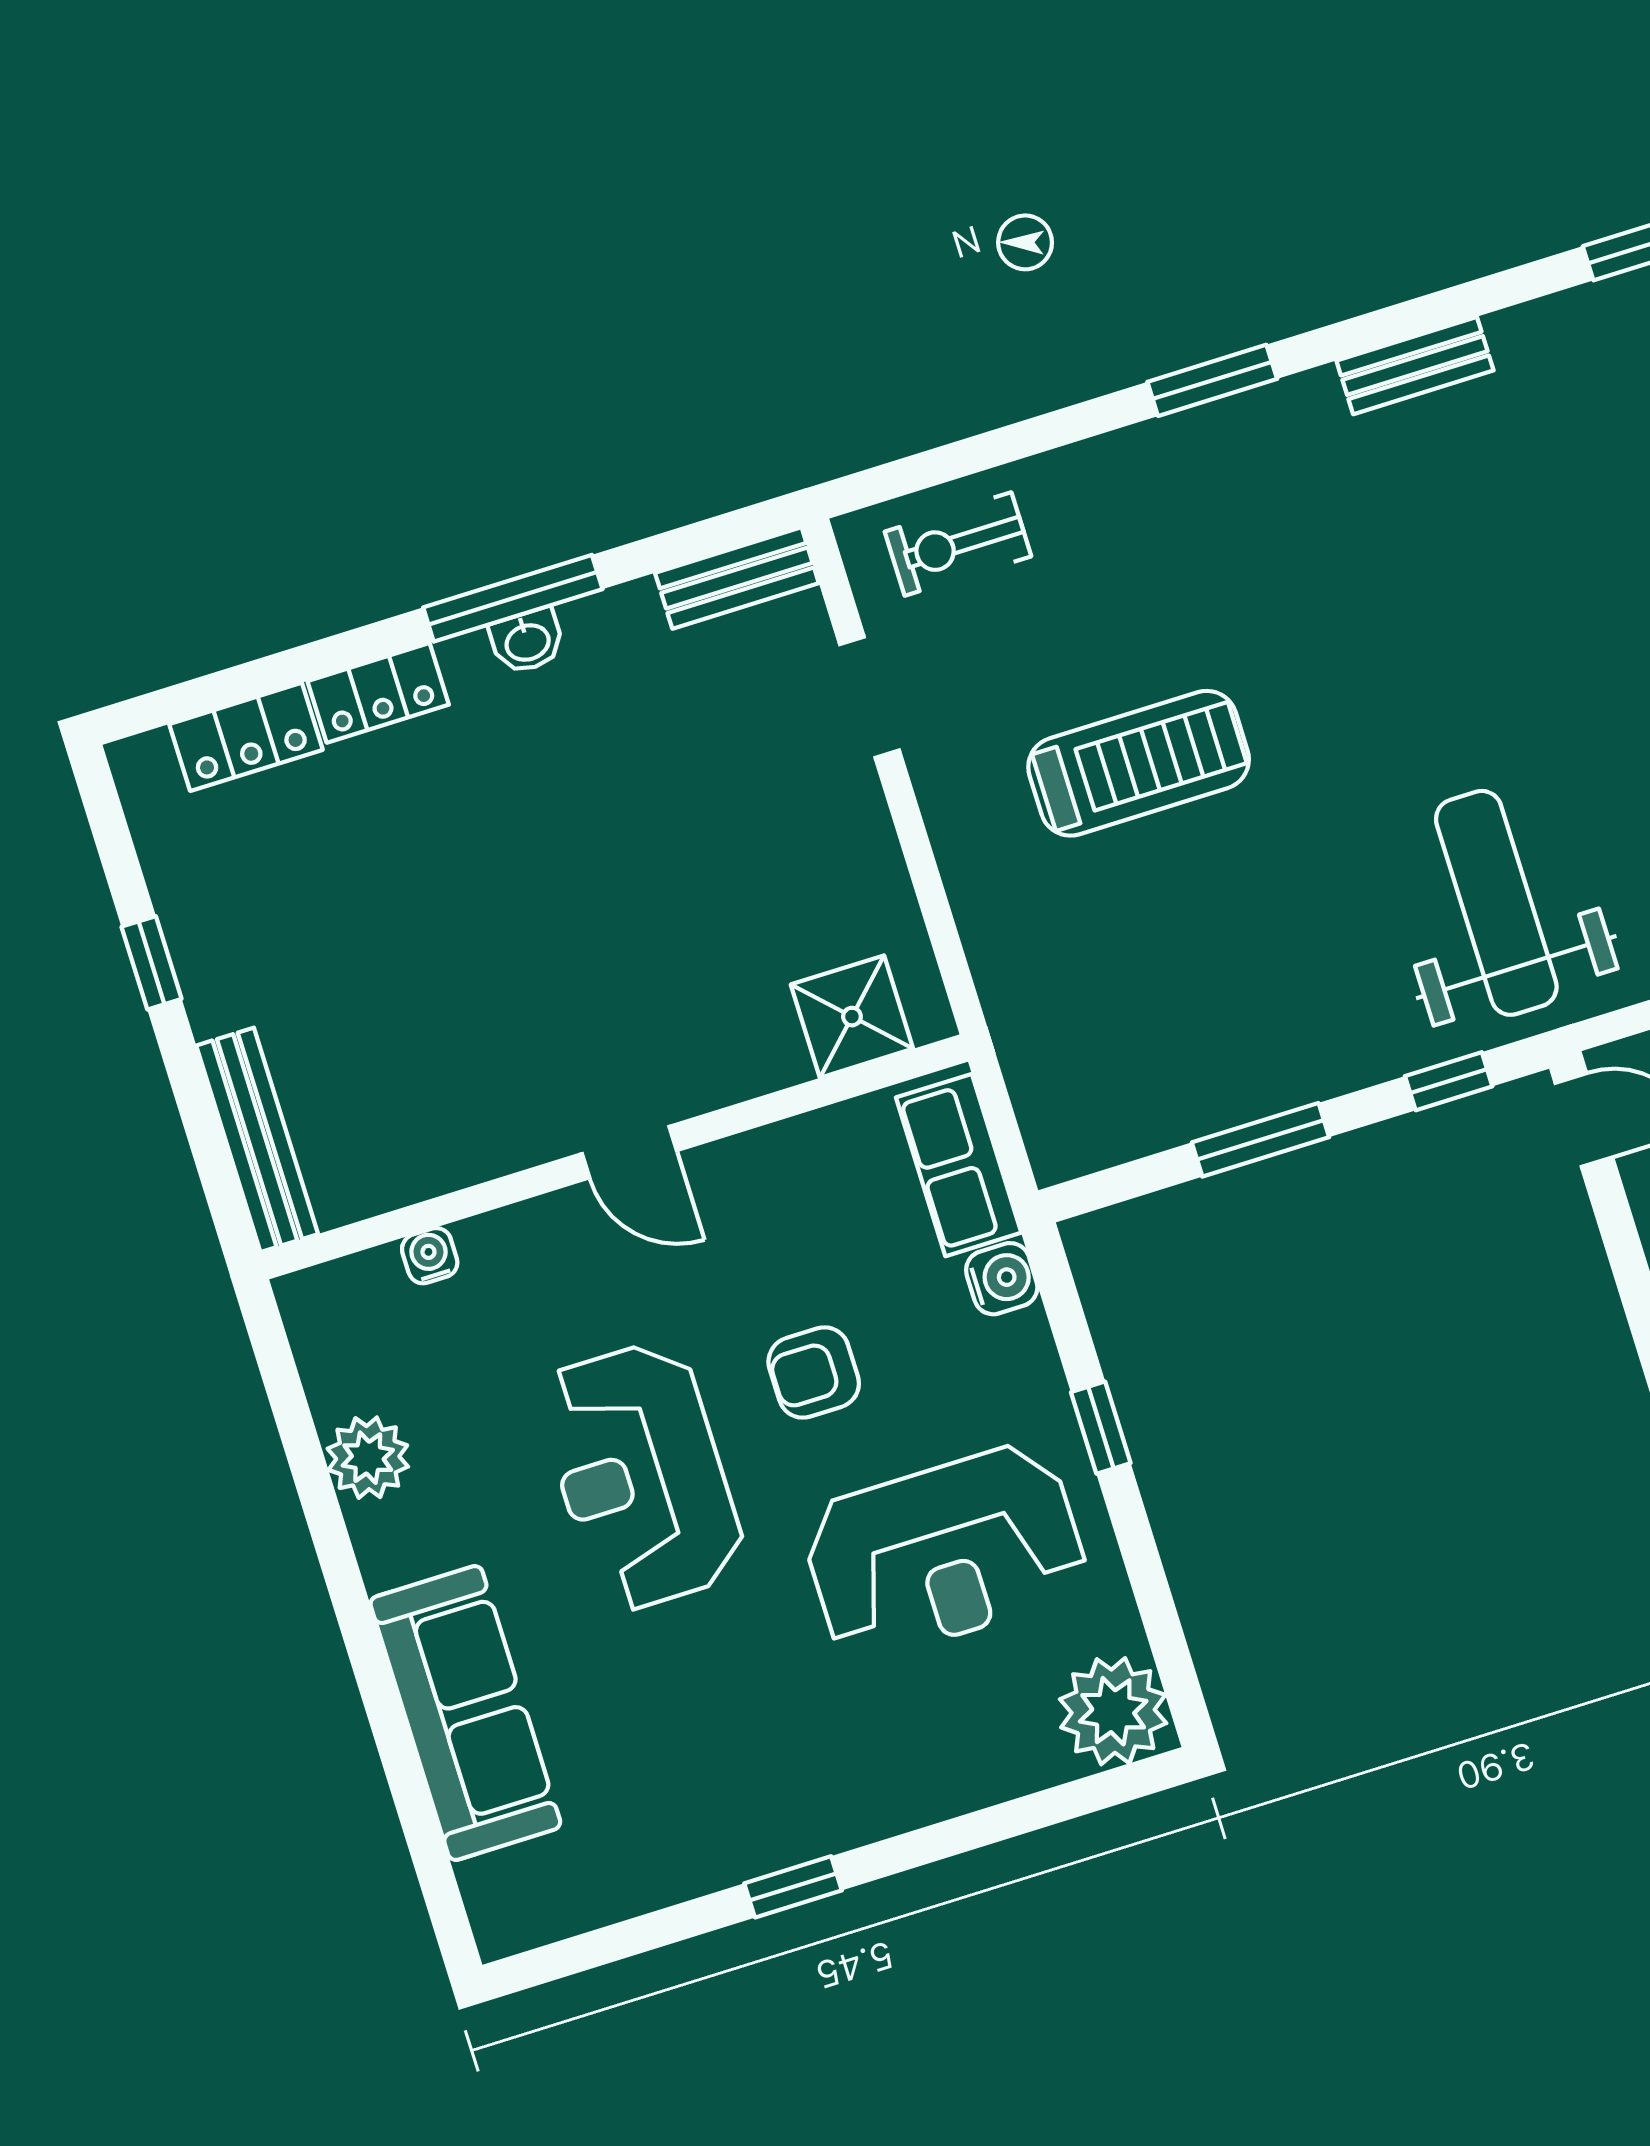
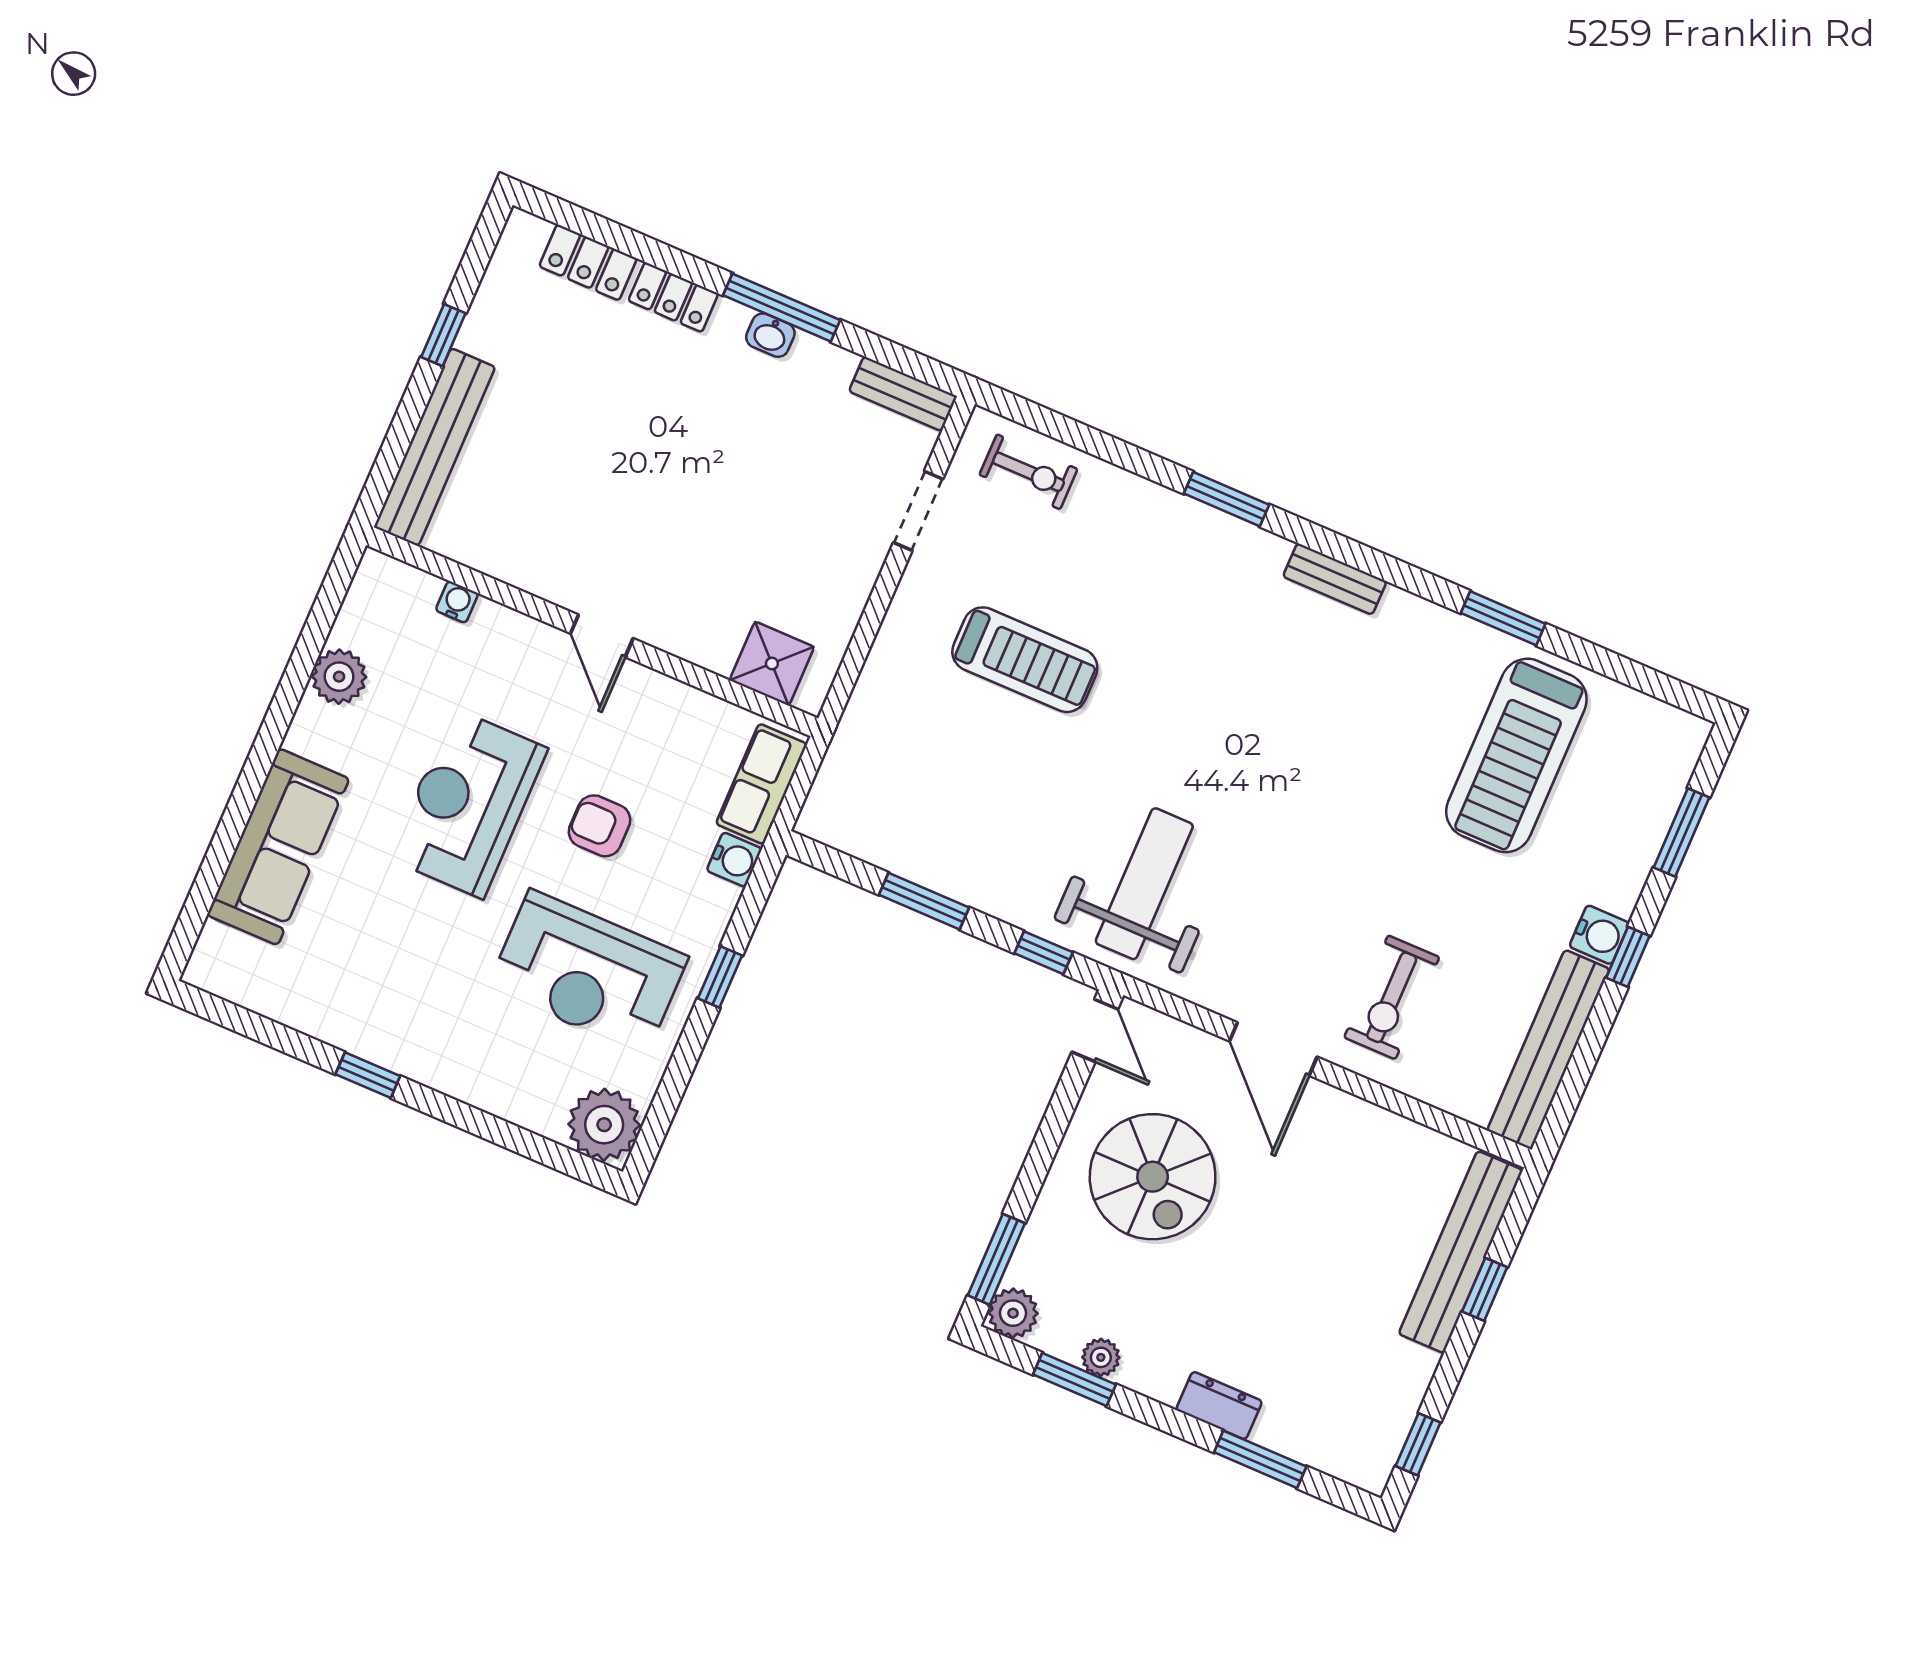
exercise bike: (958, 544) -> (1028, 472), turned 180
bench: (257, 1140) -> (435, 447), width x1.37, depth x1.21

